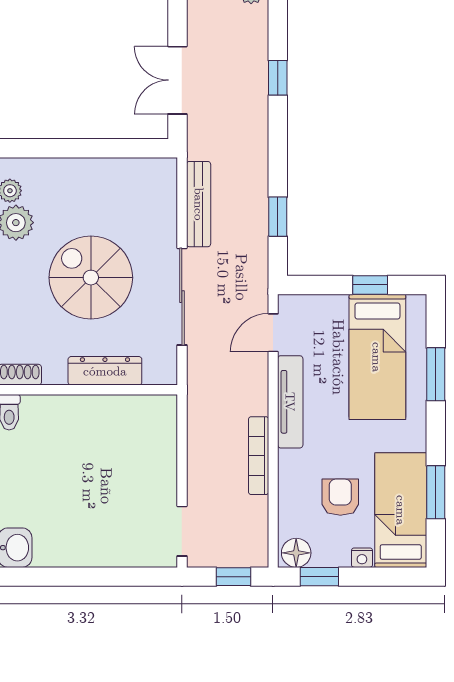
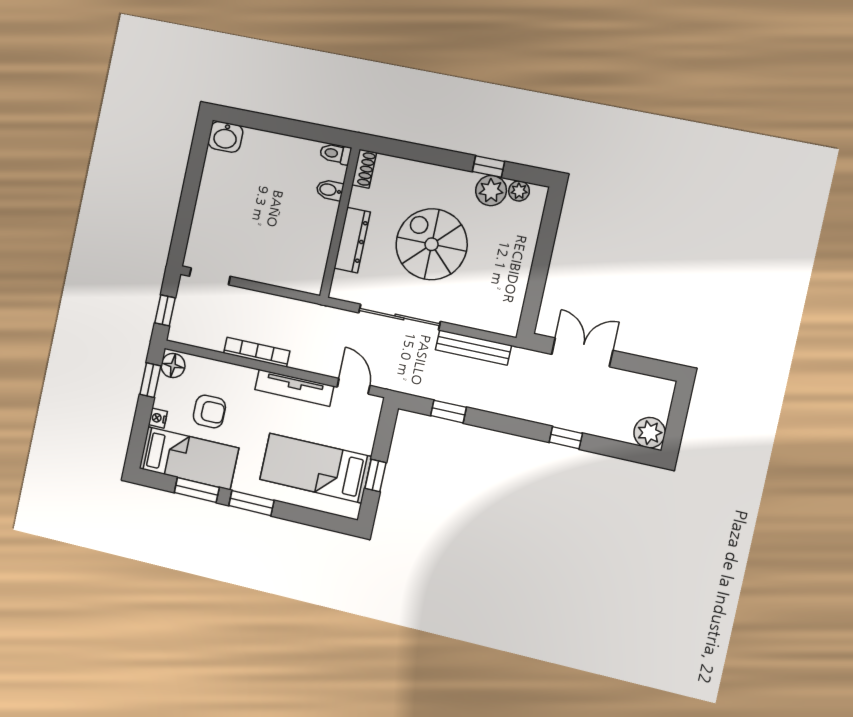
spiral stairs: (91, 278) -> (432, 244), turned -90
window: (436, 374) -> (251, 503), moved
bidet: (52, 410) -> (330, 190), added

